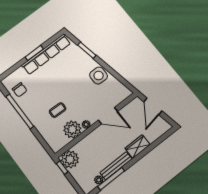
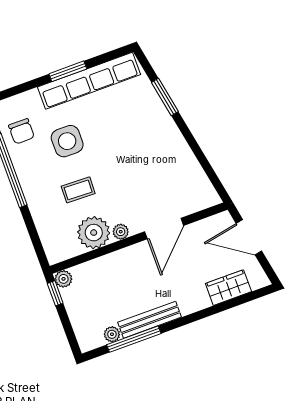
side table: (99, 76) -> (67, 141), moved
door: (153, 106) -> (249, 237), hinge flipped
door: (108, 116) -> (164, 229), hinge flipped
wardrobe: (138, 146) -> (228, 288), moved
plant: (70, 159) -> (63, 279), width x0.53, depth x0.53

